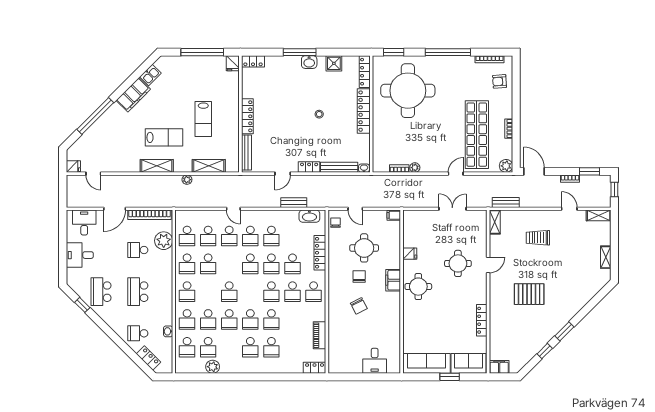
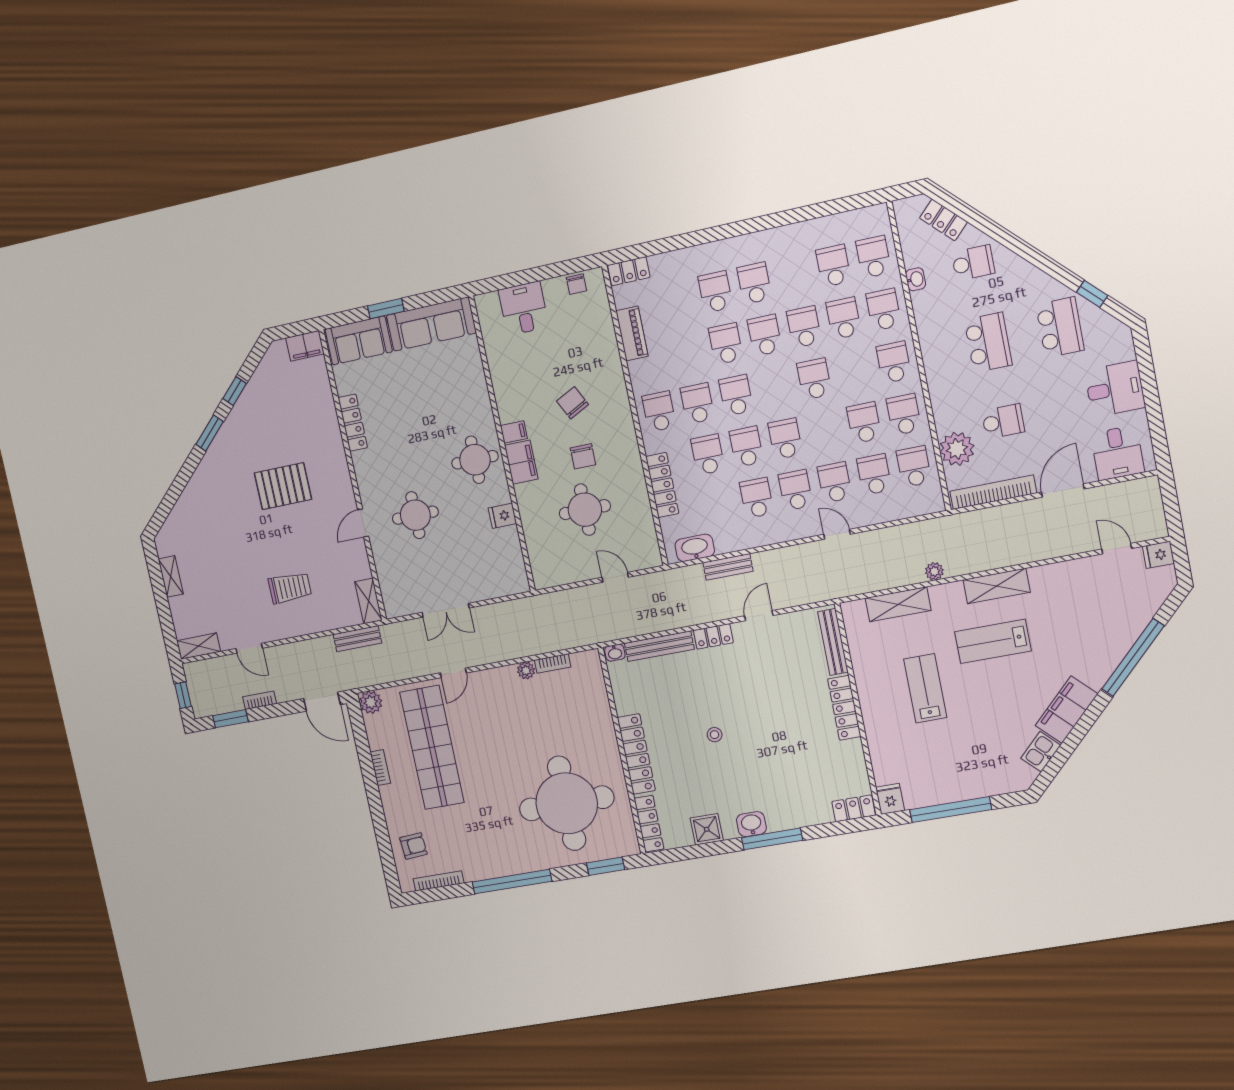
filing cabinet: (394, 215) -> (514, 432), moved
chair: (336, 223) -> (576, 284), moved
plant: (213, 367) -> (818, 231), removed

